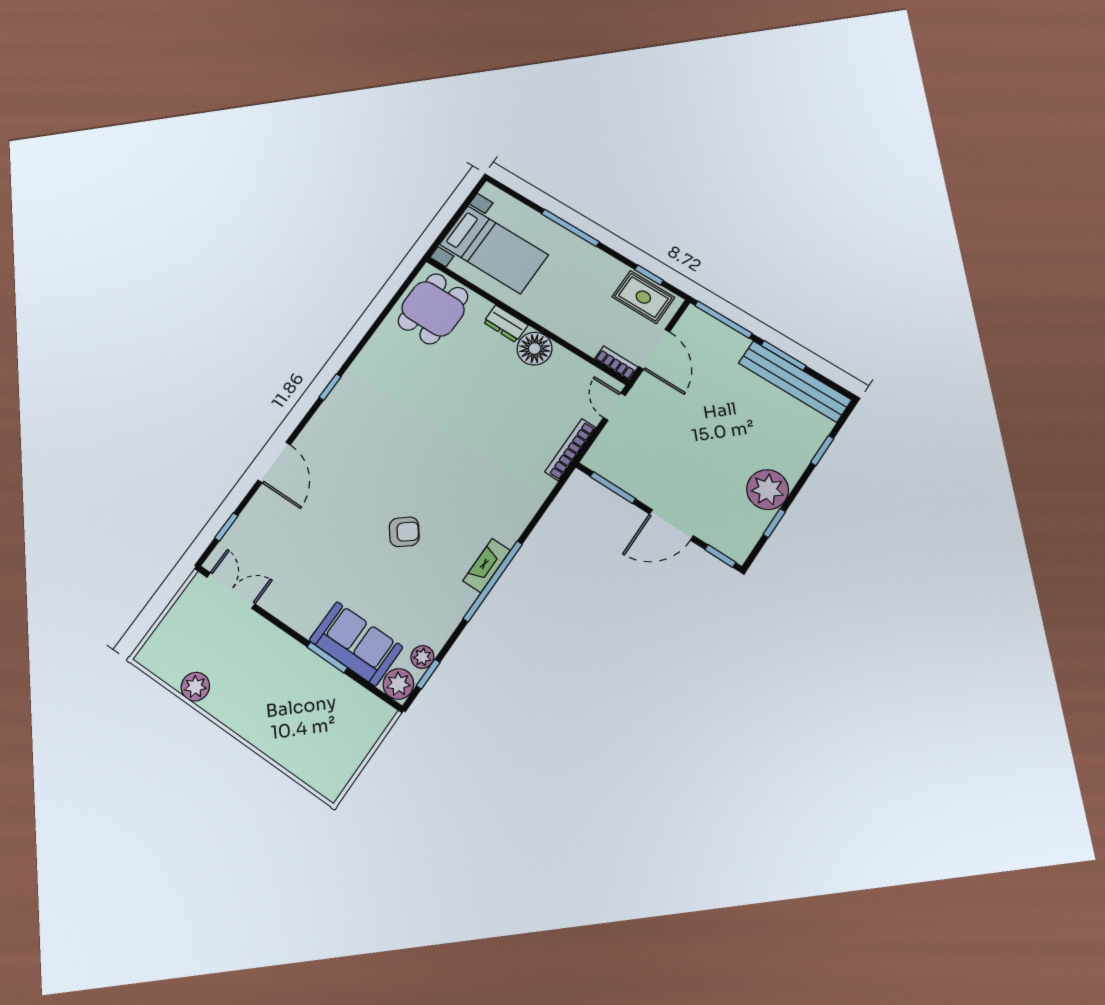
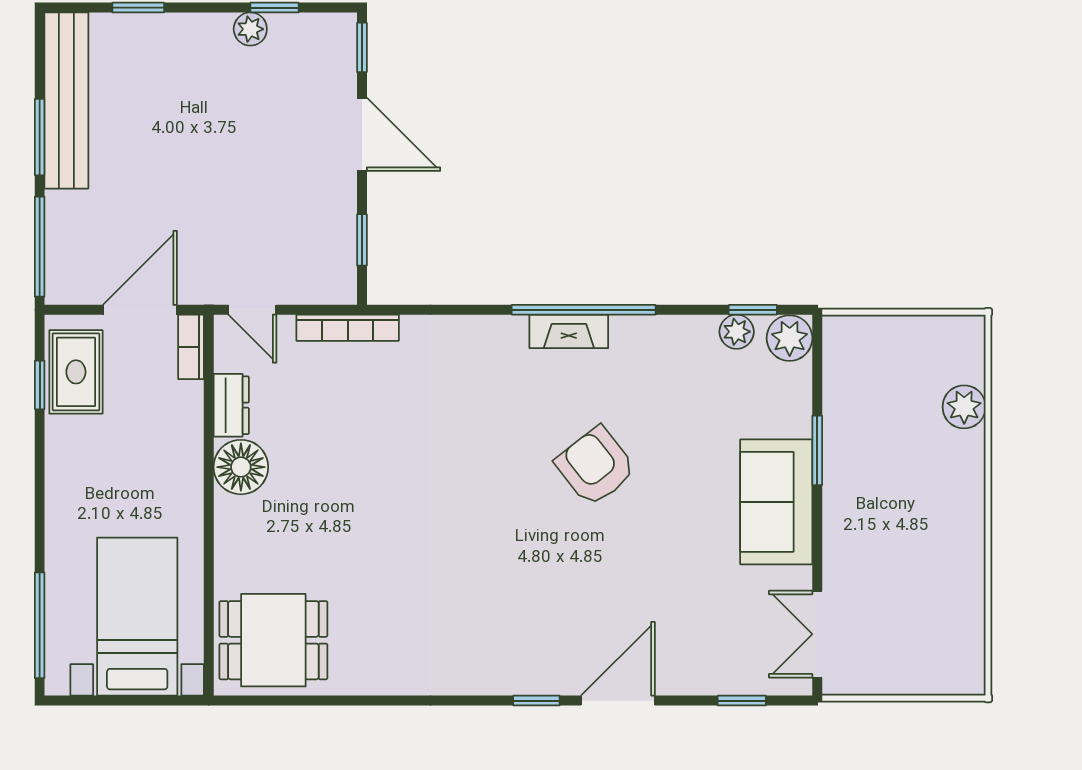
window: (570, 228) -> (40, 625), moved
dresser: (506, 324) -> (231, 405), moved
window: (330, 387) -> (536, 701), moved
door: (614, 407) -> (252, 310), hinge flipped
window: (613, 488) -> (362, 240), width x0.67
plant: (768, 490) -> (250, 29), width x0.53, depth x0.53
armchair: (404, 532) -> (595, 466), width x1.38, depth x1.38
sofa: (356, 644) -> (776, 502), moved
plant: (195, 687) -> (964, 407), moved

